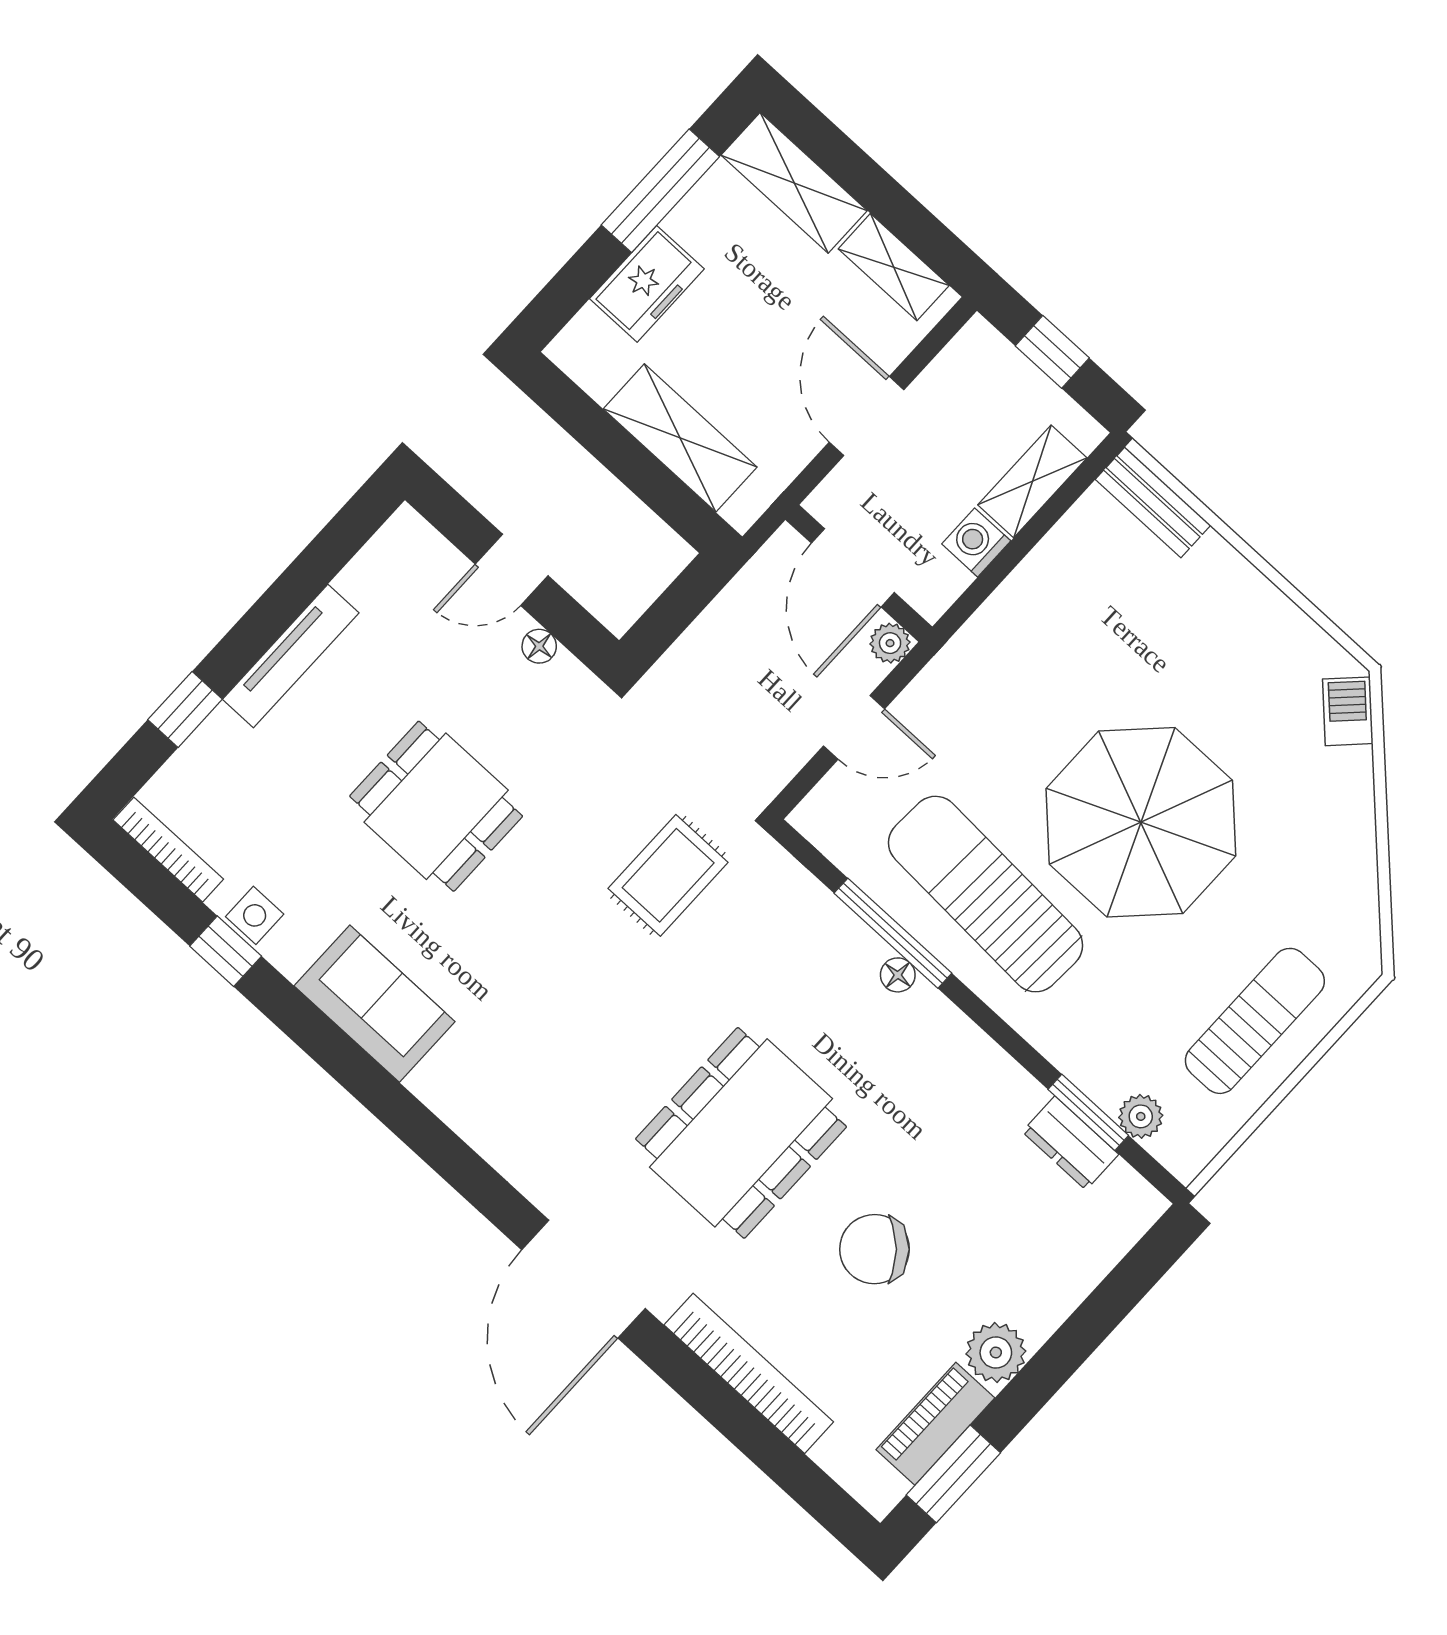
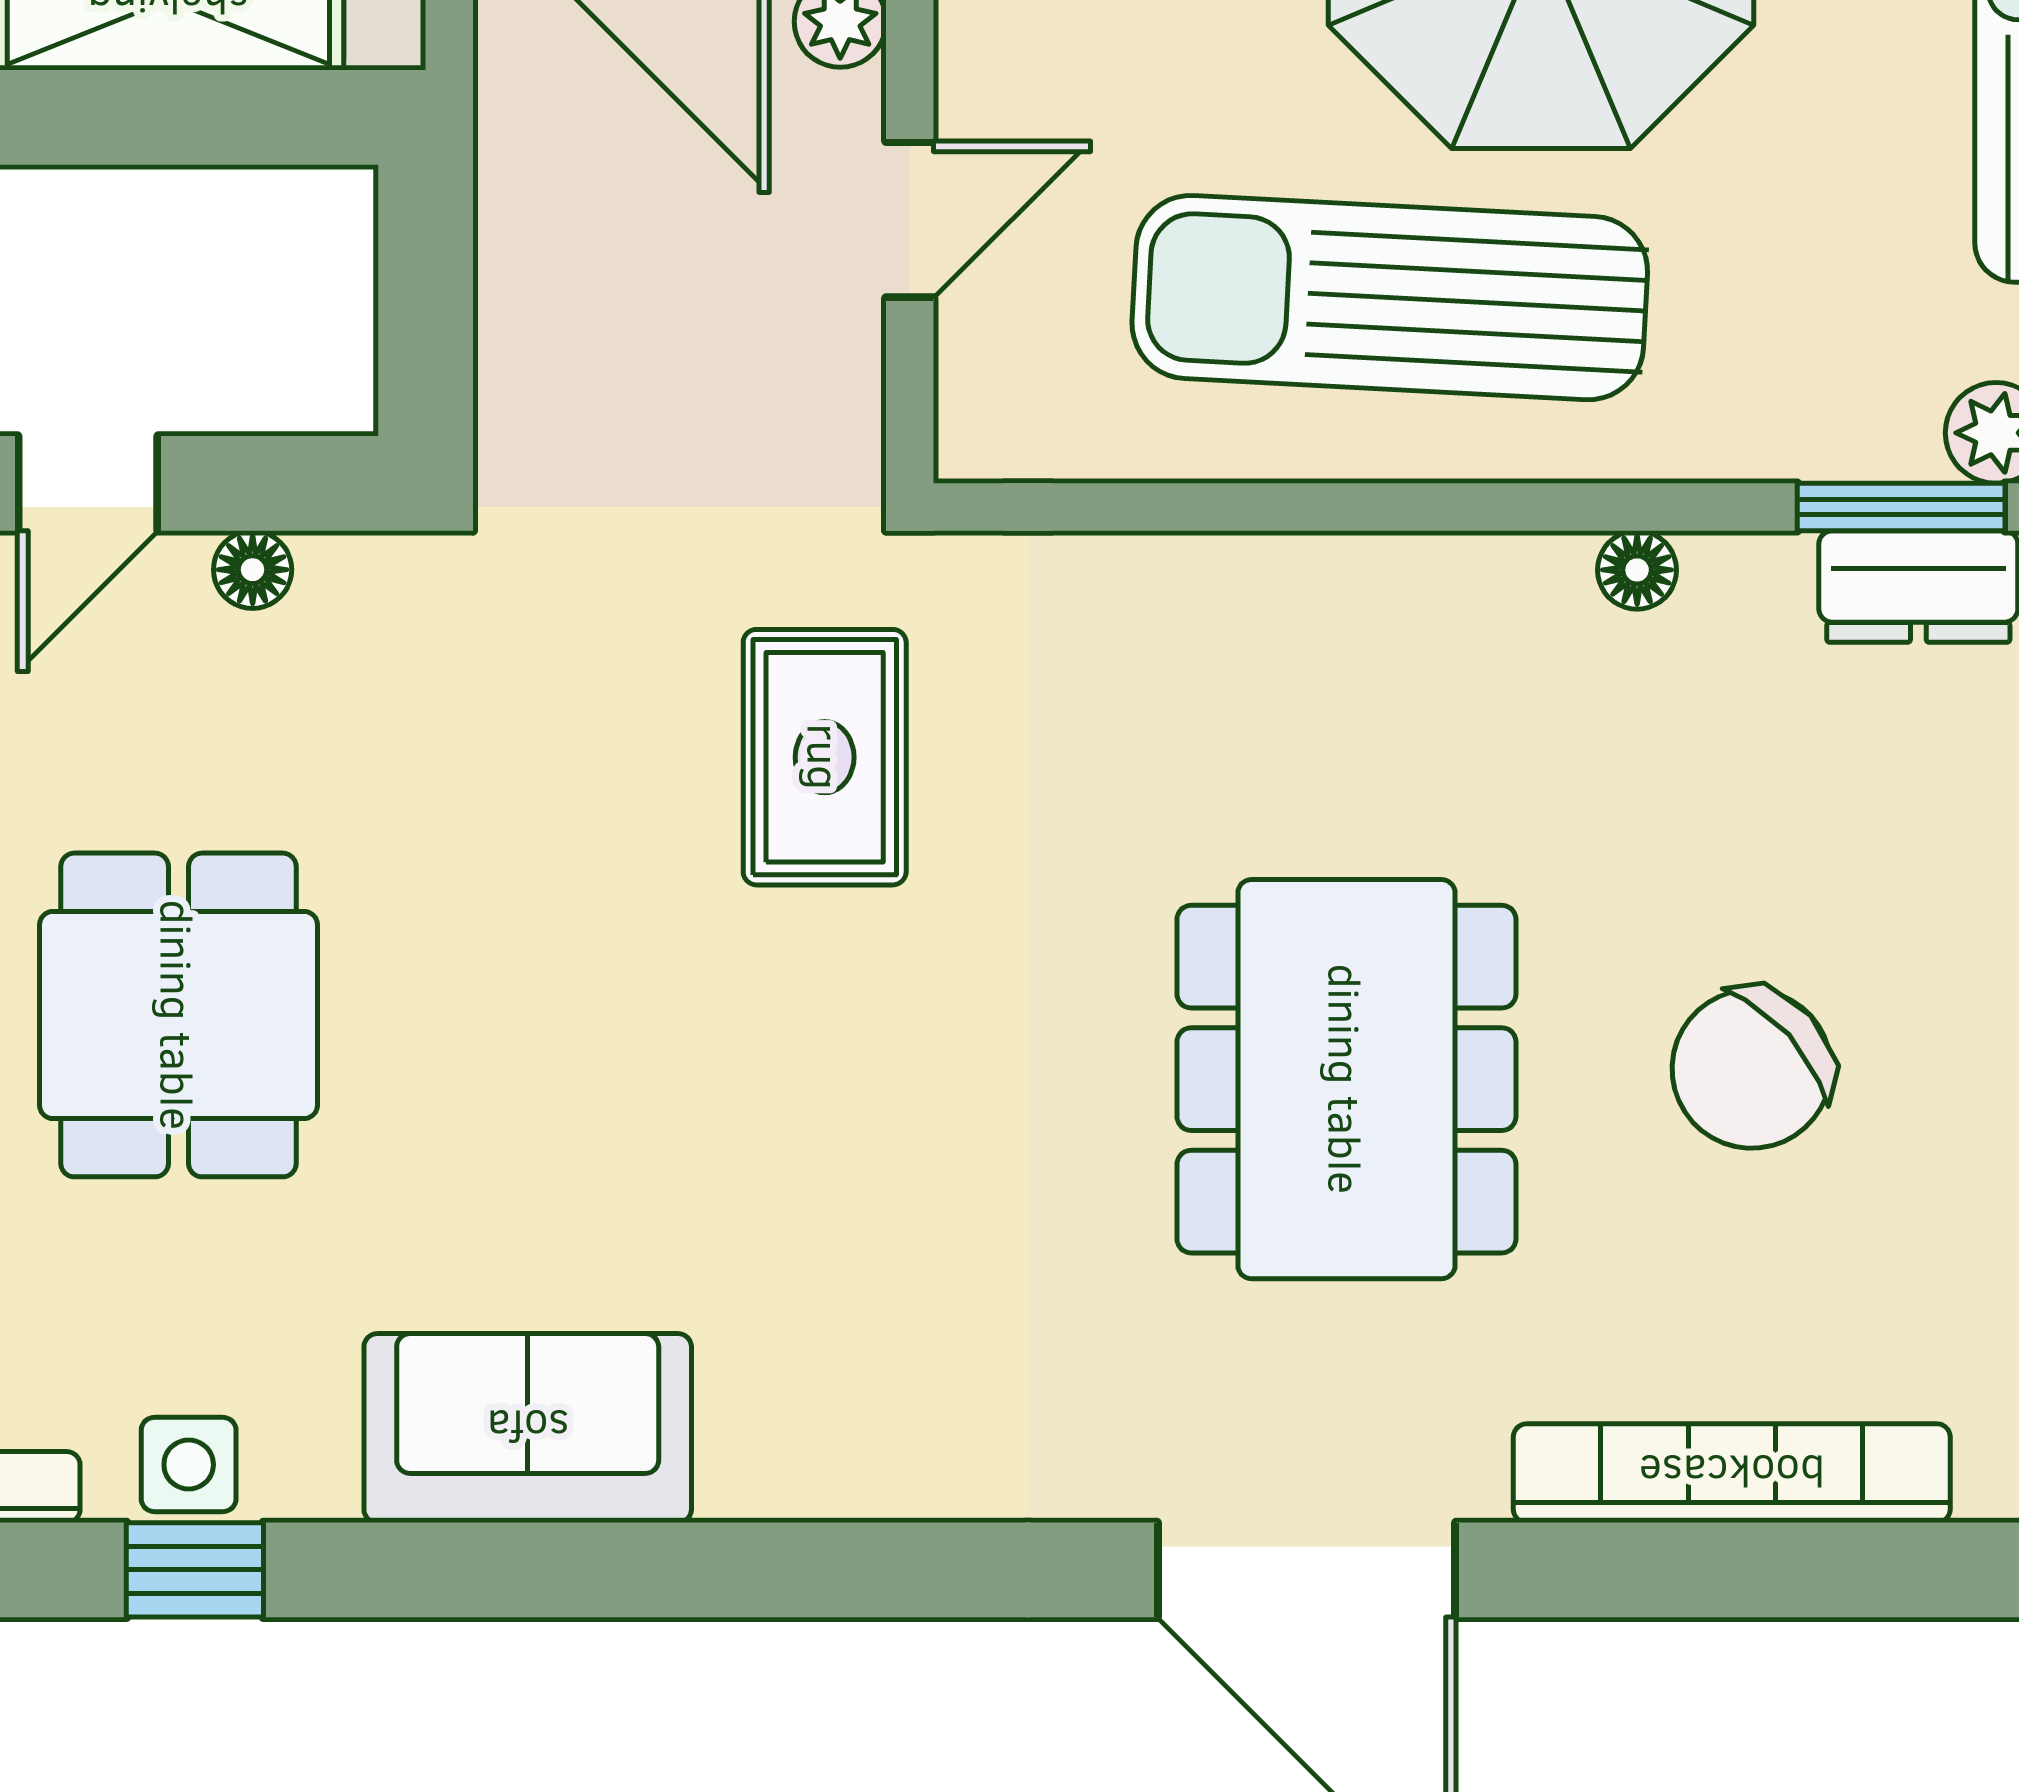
dining table: (436, 806) -> (178, 1015), moved, turned 90
window: (893, 933) -> (1294, 507), removed
floor lamp: (898, 975) -> (1637, 570), moved

